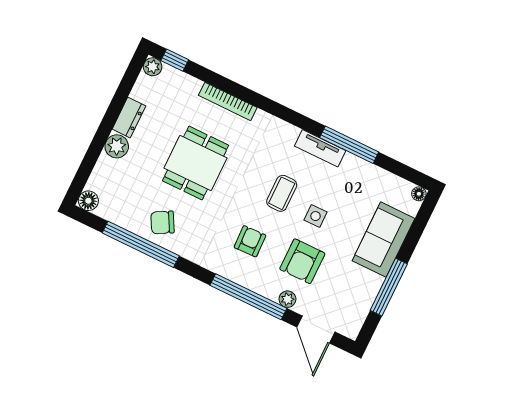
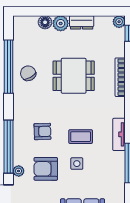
tv unit: (320, 148) -> (119, 134), moved
floor lamp: (88, 201) -> (45, 22), moved

